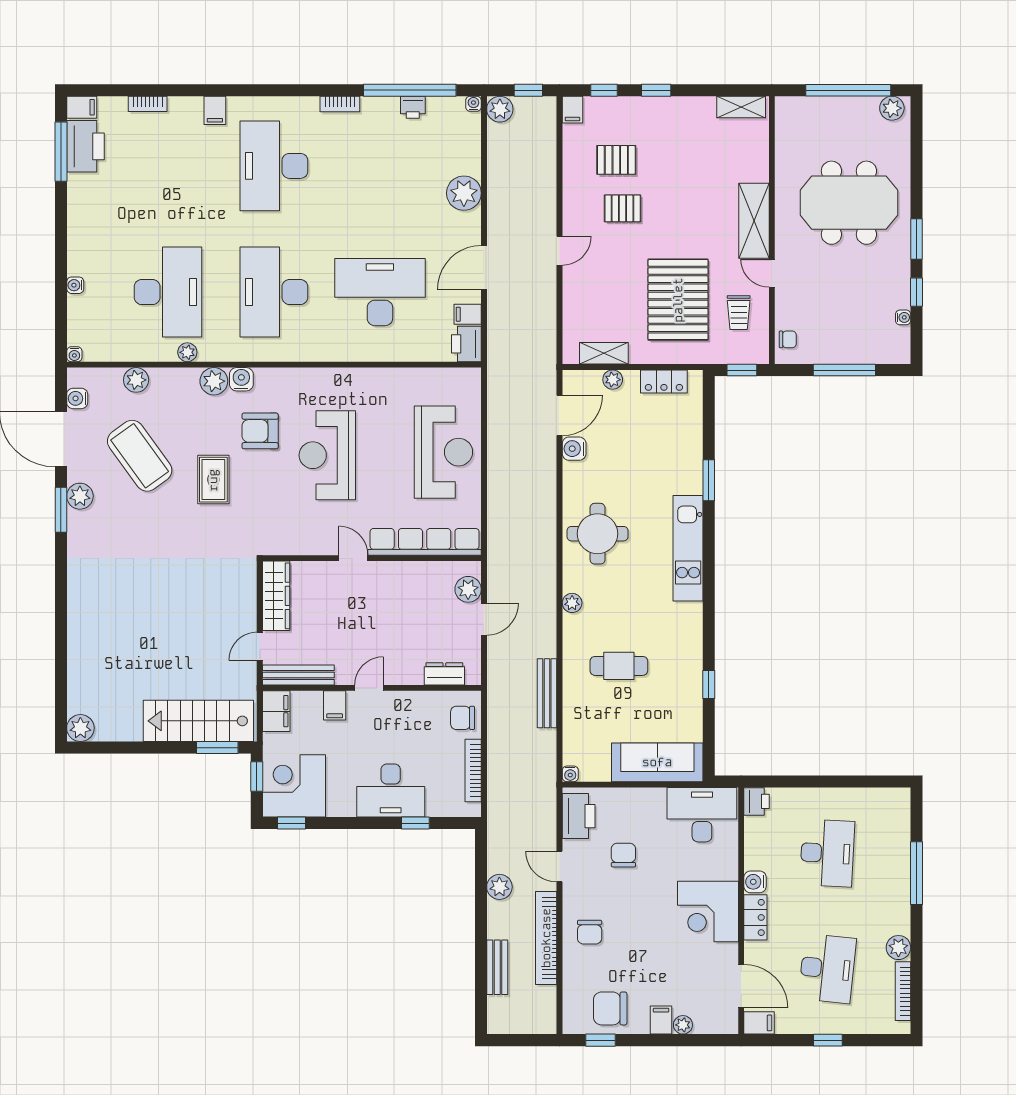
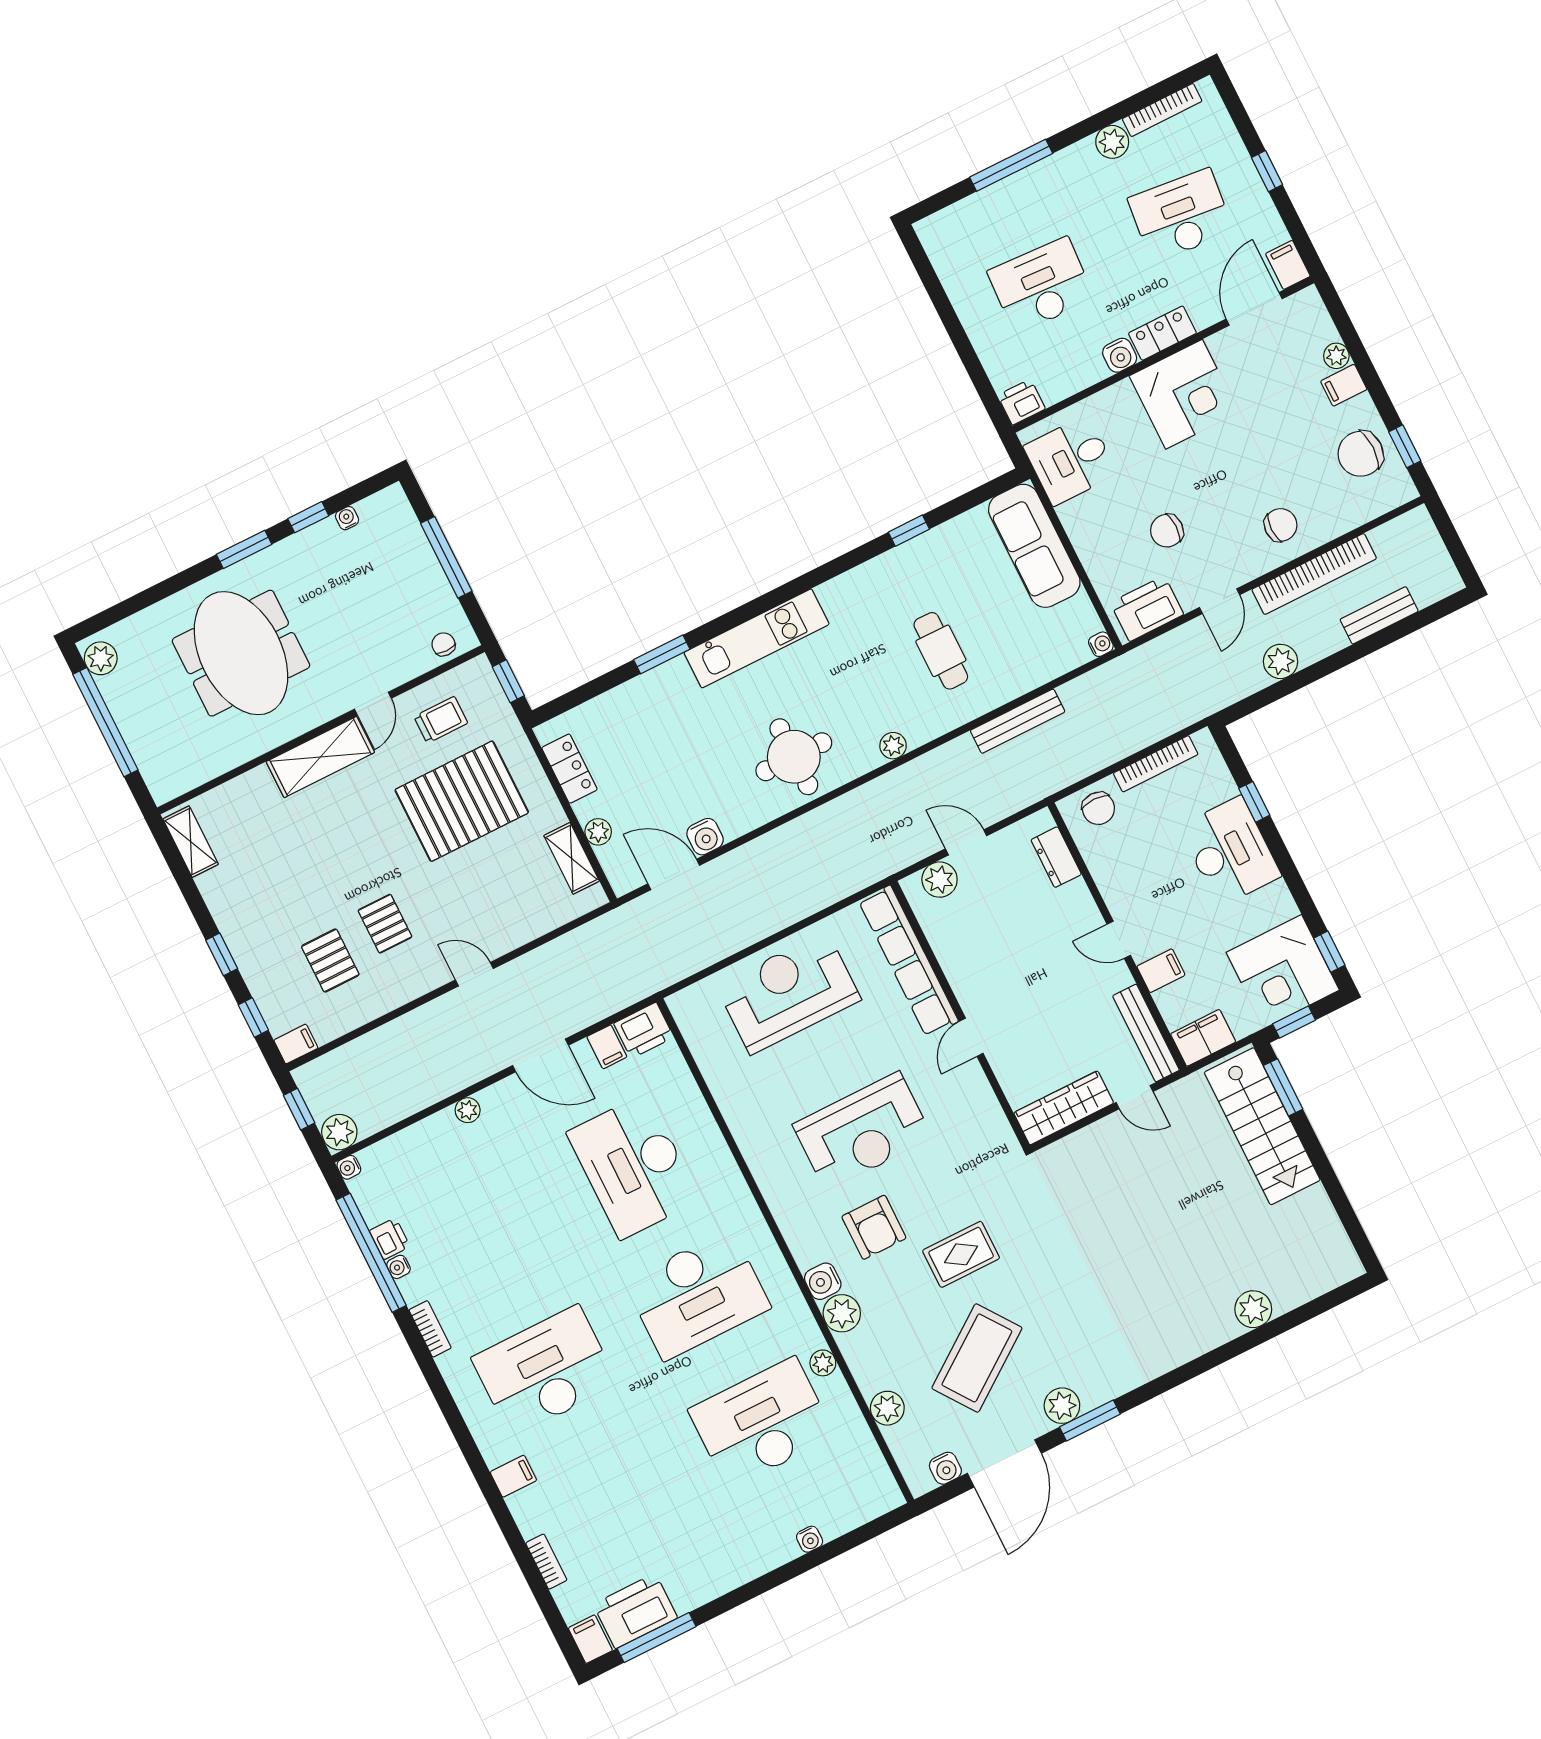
desk: (274, 166) -> (545, 1371), turned 180
plant: (464, 193) -> (468, 1110), width x0.53, depth x0.53
water cooler: (74, 354) -> (399, 1267), moved, turned 180
plant: (80, 728) -> (1253, 1309), moved
desk: (702, 815) -> (1071, 460), width x0.73
chair: (610, 1008) -> (1361, 454), turned 90

